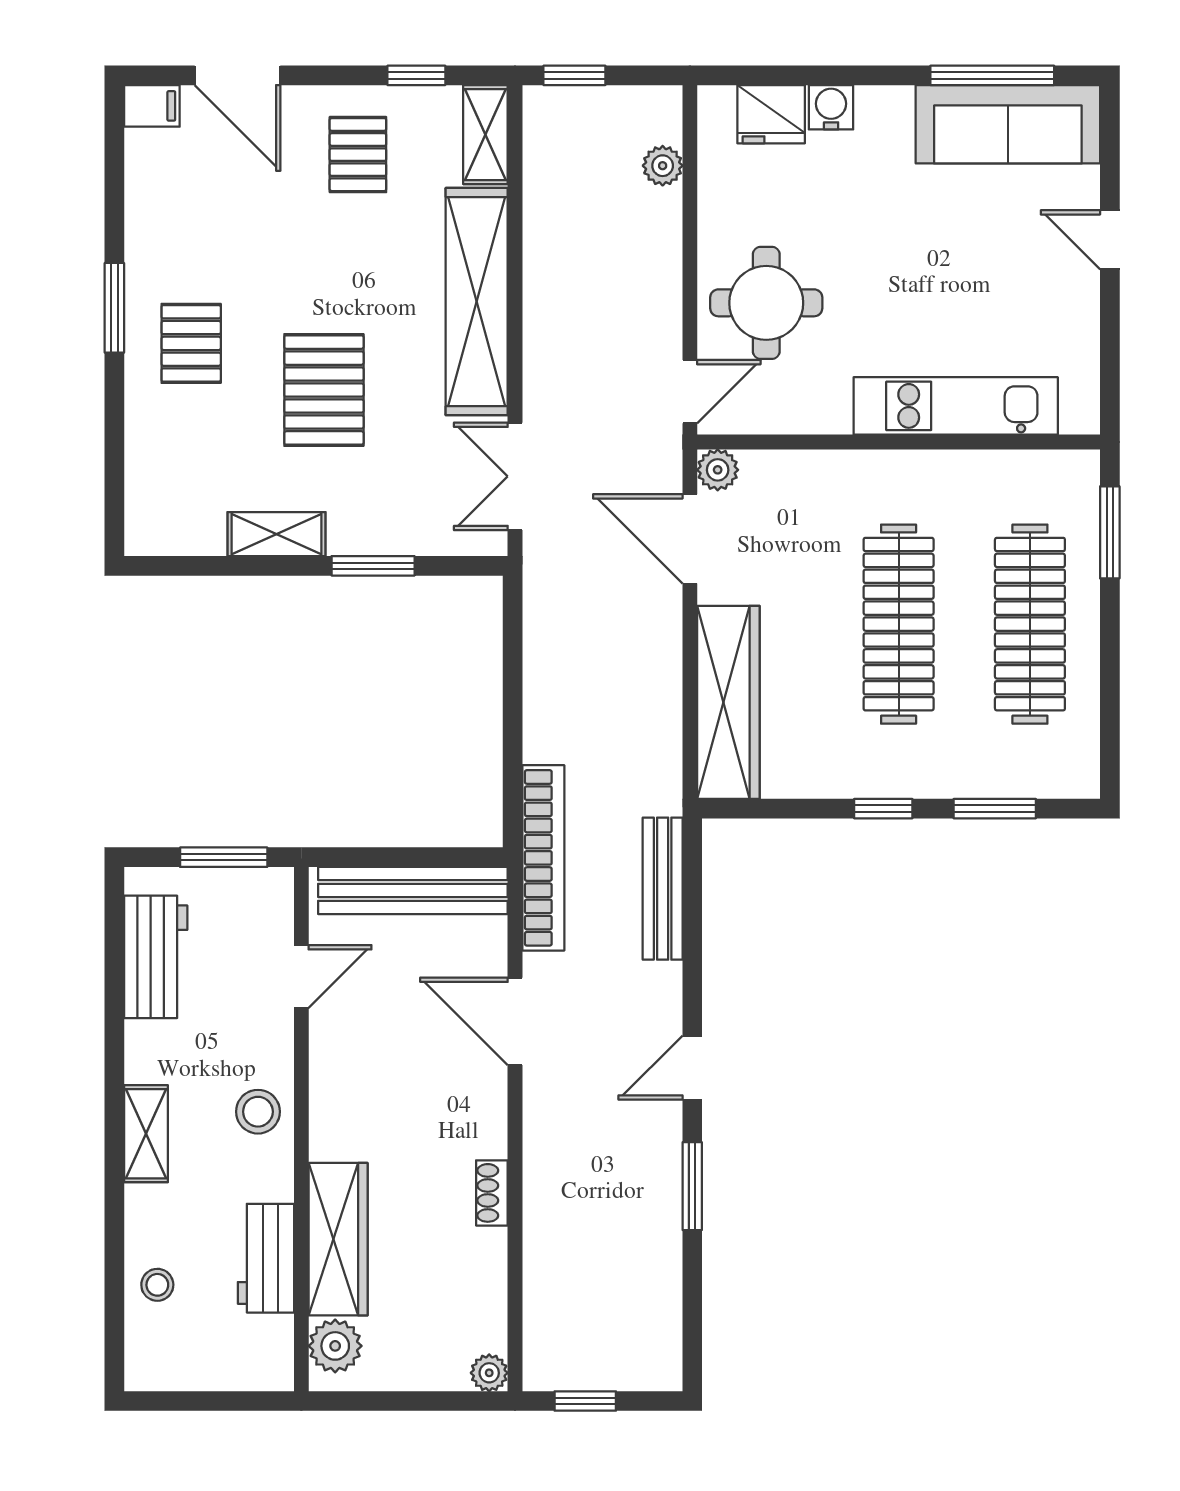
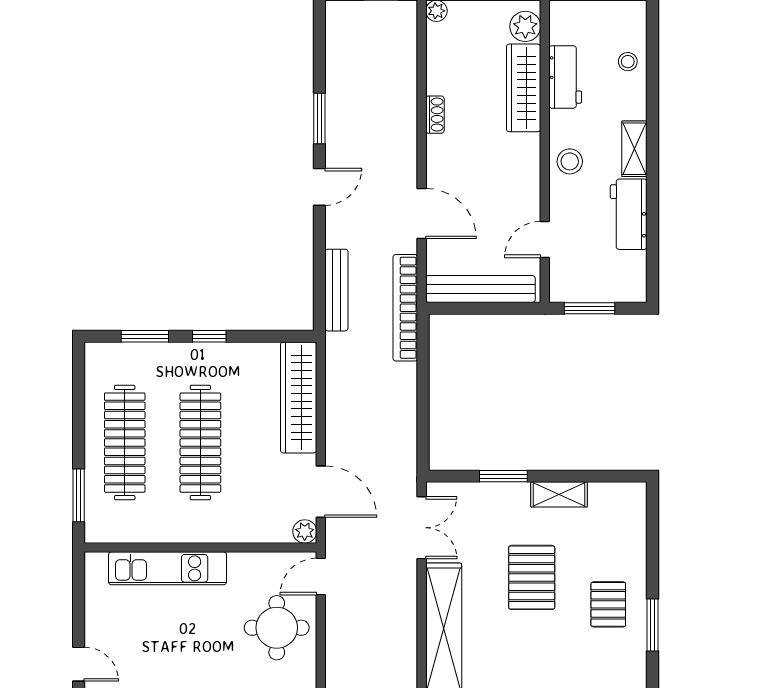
workbench: (156, 957) -> (629, 214), moved

